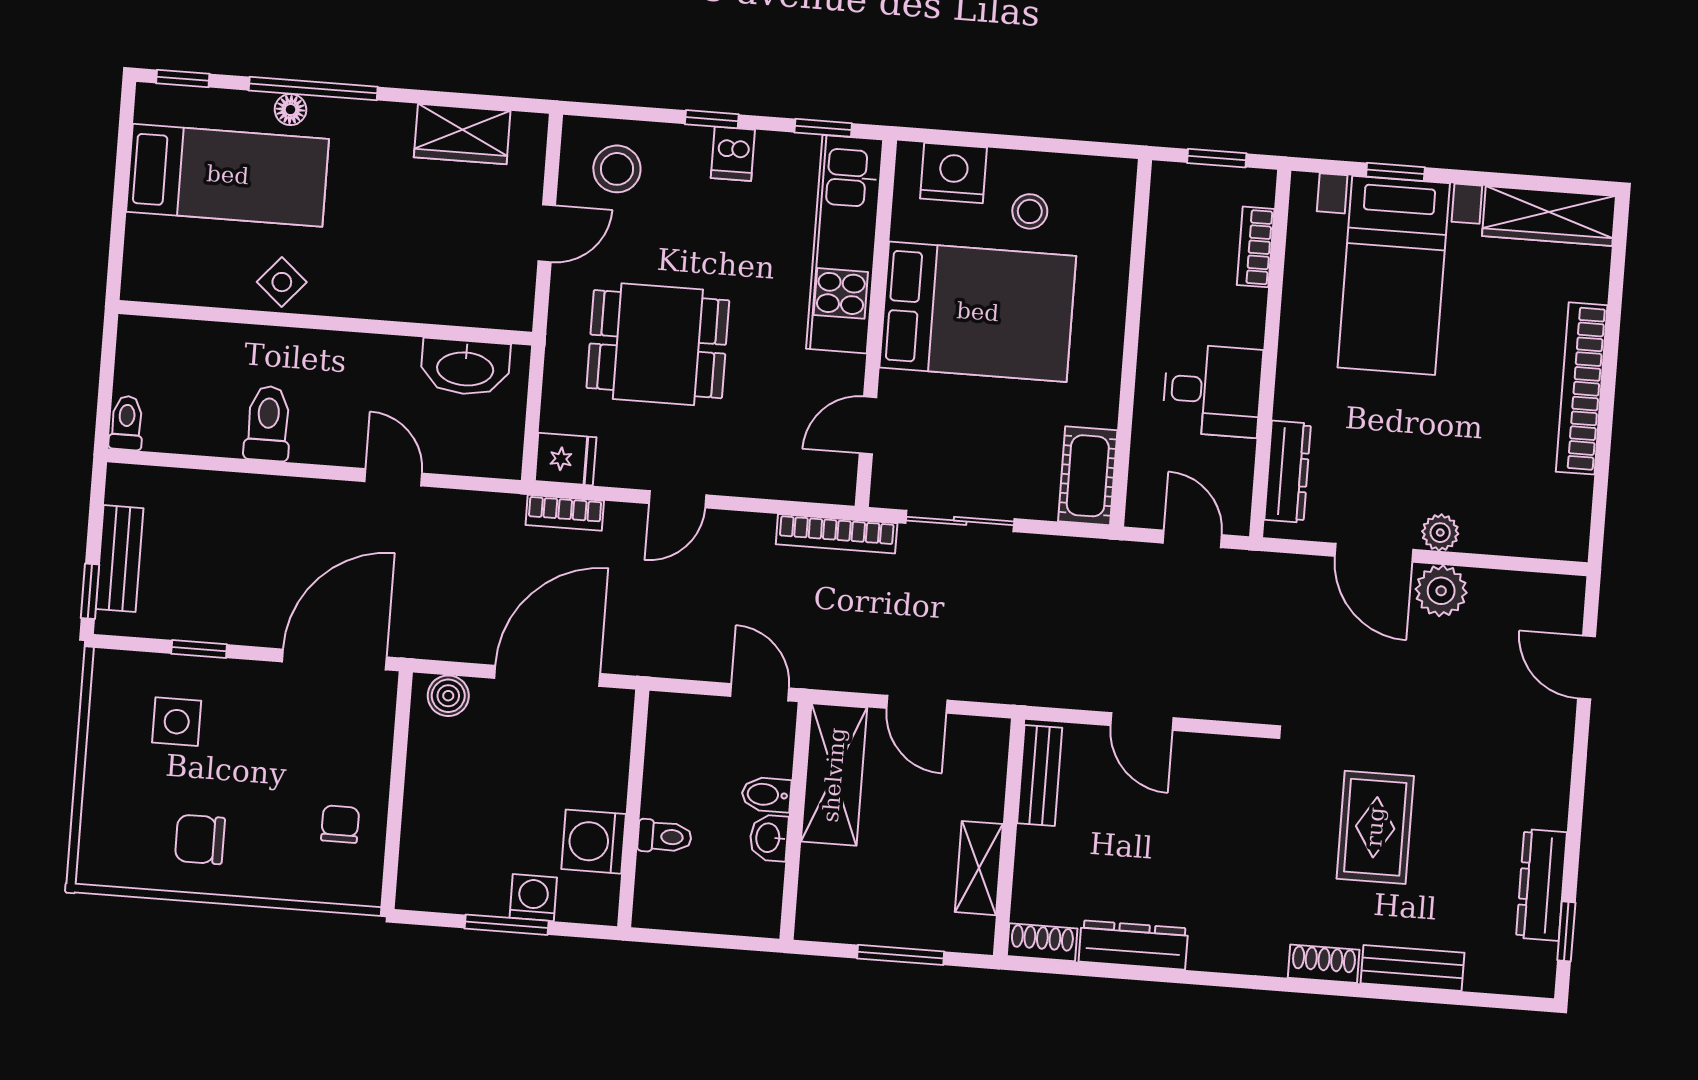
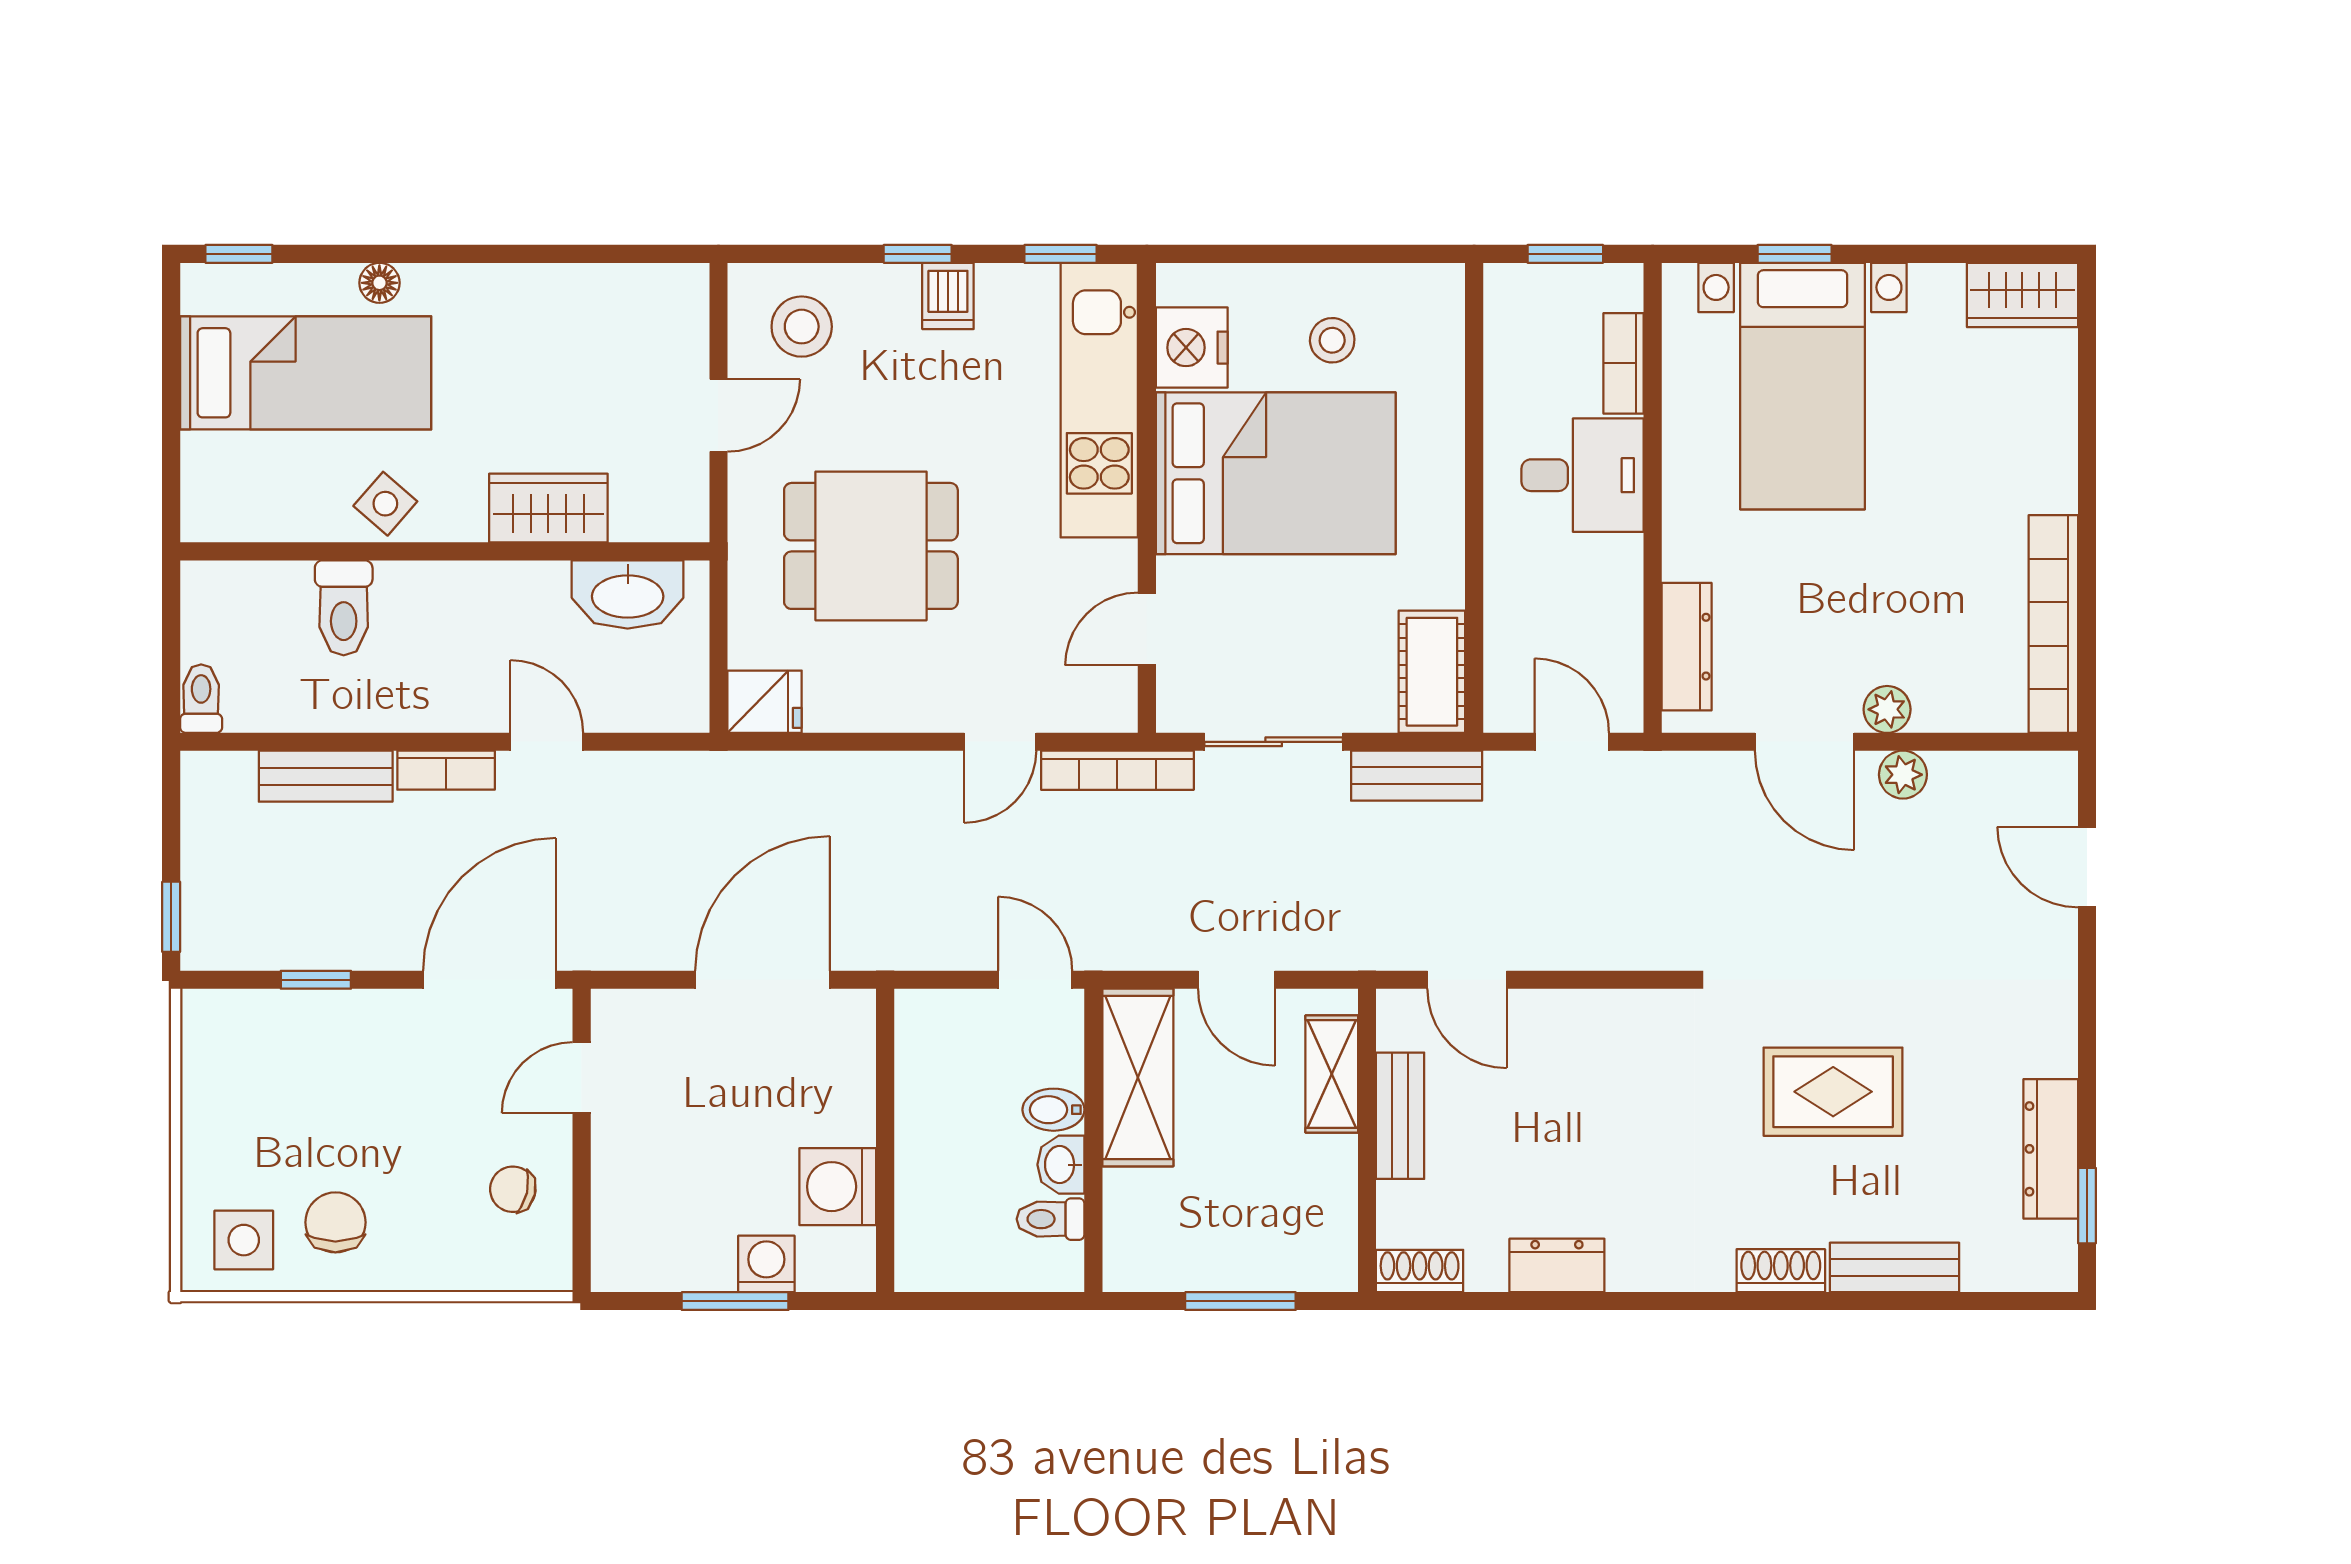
window: (313, 89) -> (406, 254), removed
wardrobe: (462, 134) -> (548, 508), moved, turned 180
nightstand: (954, 173) -> (1192, 348), moved, turned -90
wardrobe: (1549, 216) -> (2022, 295), width x0.67
bookcase: (1582, 388) -> (2053, 624), moved
desk: (1212, 390) -> (1583, 475), moved
toilet: (268, 423) -> (344, 608), moved, turned 180
door: (677, 499) -> (1000, 742), moved
bookcase: (565, 513) -> (446, 770), moved
bench: (1069, 556) -> (1417, 776), added
bench: (120, 559) -> (326, 776), moved, turned 90
plant: (1441, 591) -> (1903, 775), width x0.73, depth x0.73
boiler: (448, 696) -> (638, 1015), removed
side table: (177, 722) -> (244, 1240), moved
door: (1142, 722) -> (1467, 980), moved
door: (400, 741) -> (582, 1078), added
bench: (1040, 775) -> (1400, 1116), moved
chair: (340, 824) -> (513, 1189), turned -77
rug: (1375, 827) -> (1833, 1092), turned 90
toilet: (665, 837) -> (1051, 1219), moved, turned 180
chair: (200, 839) -> (335, 1222), turned 90
shelving: (979, 868) -> (1332, 1074), moved
dresser: (1133, 945) -> (1557, 1265), width x0.70

